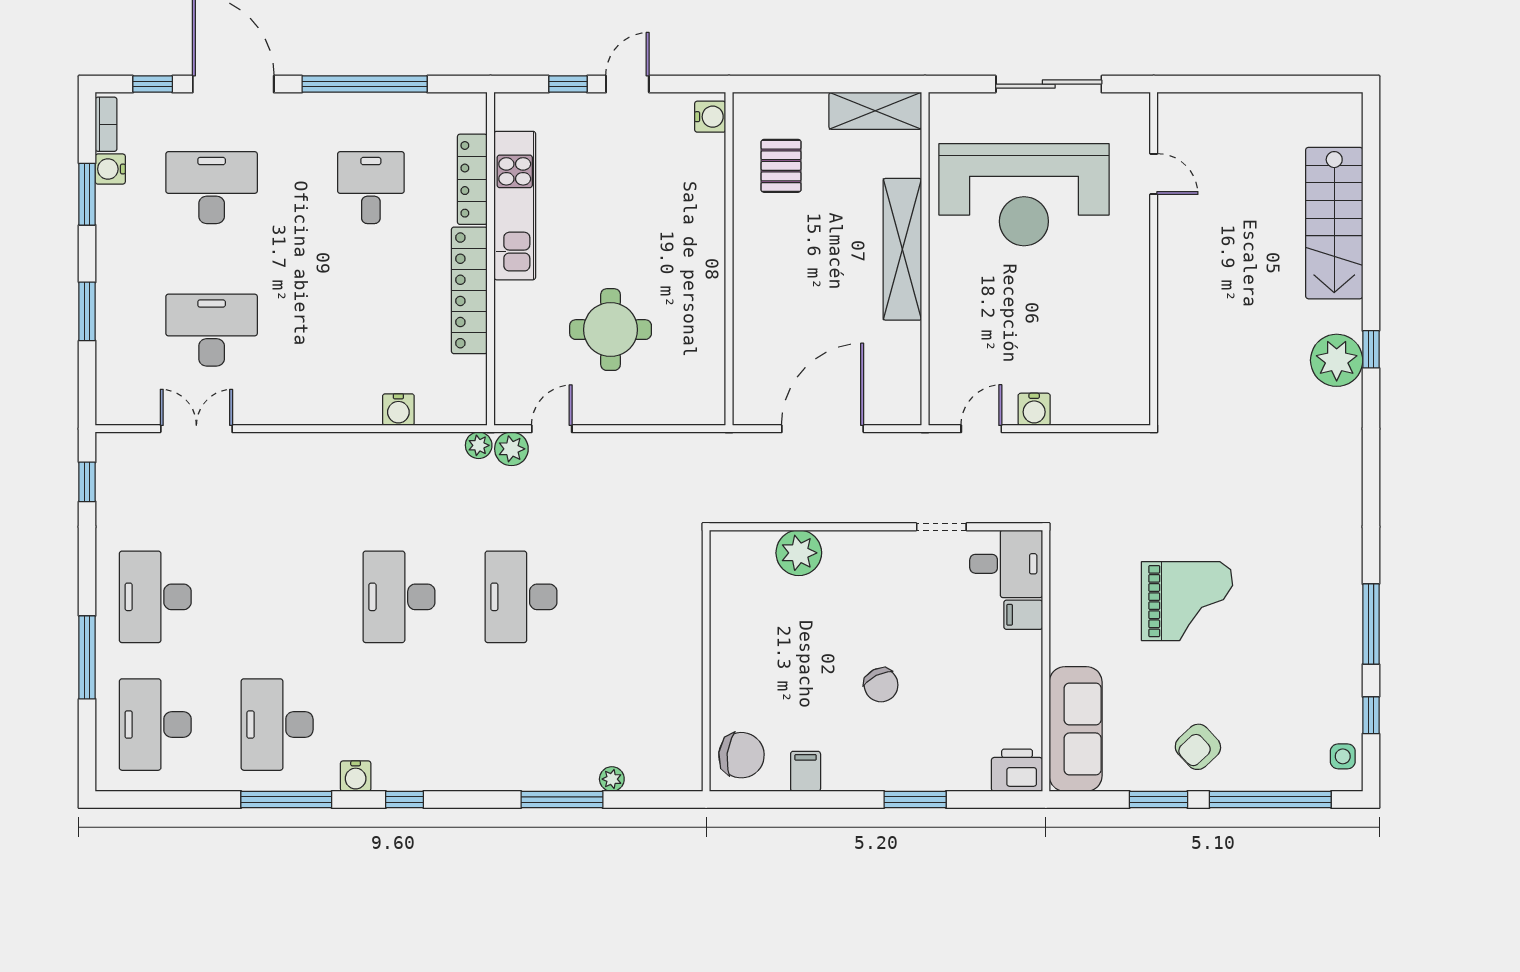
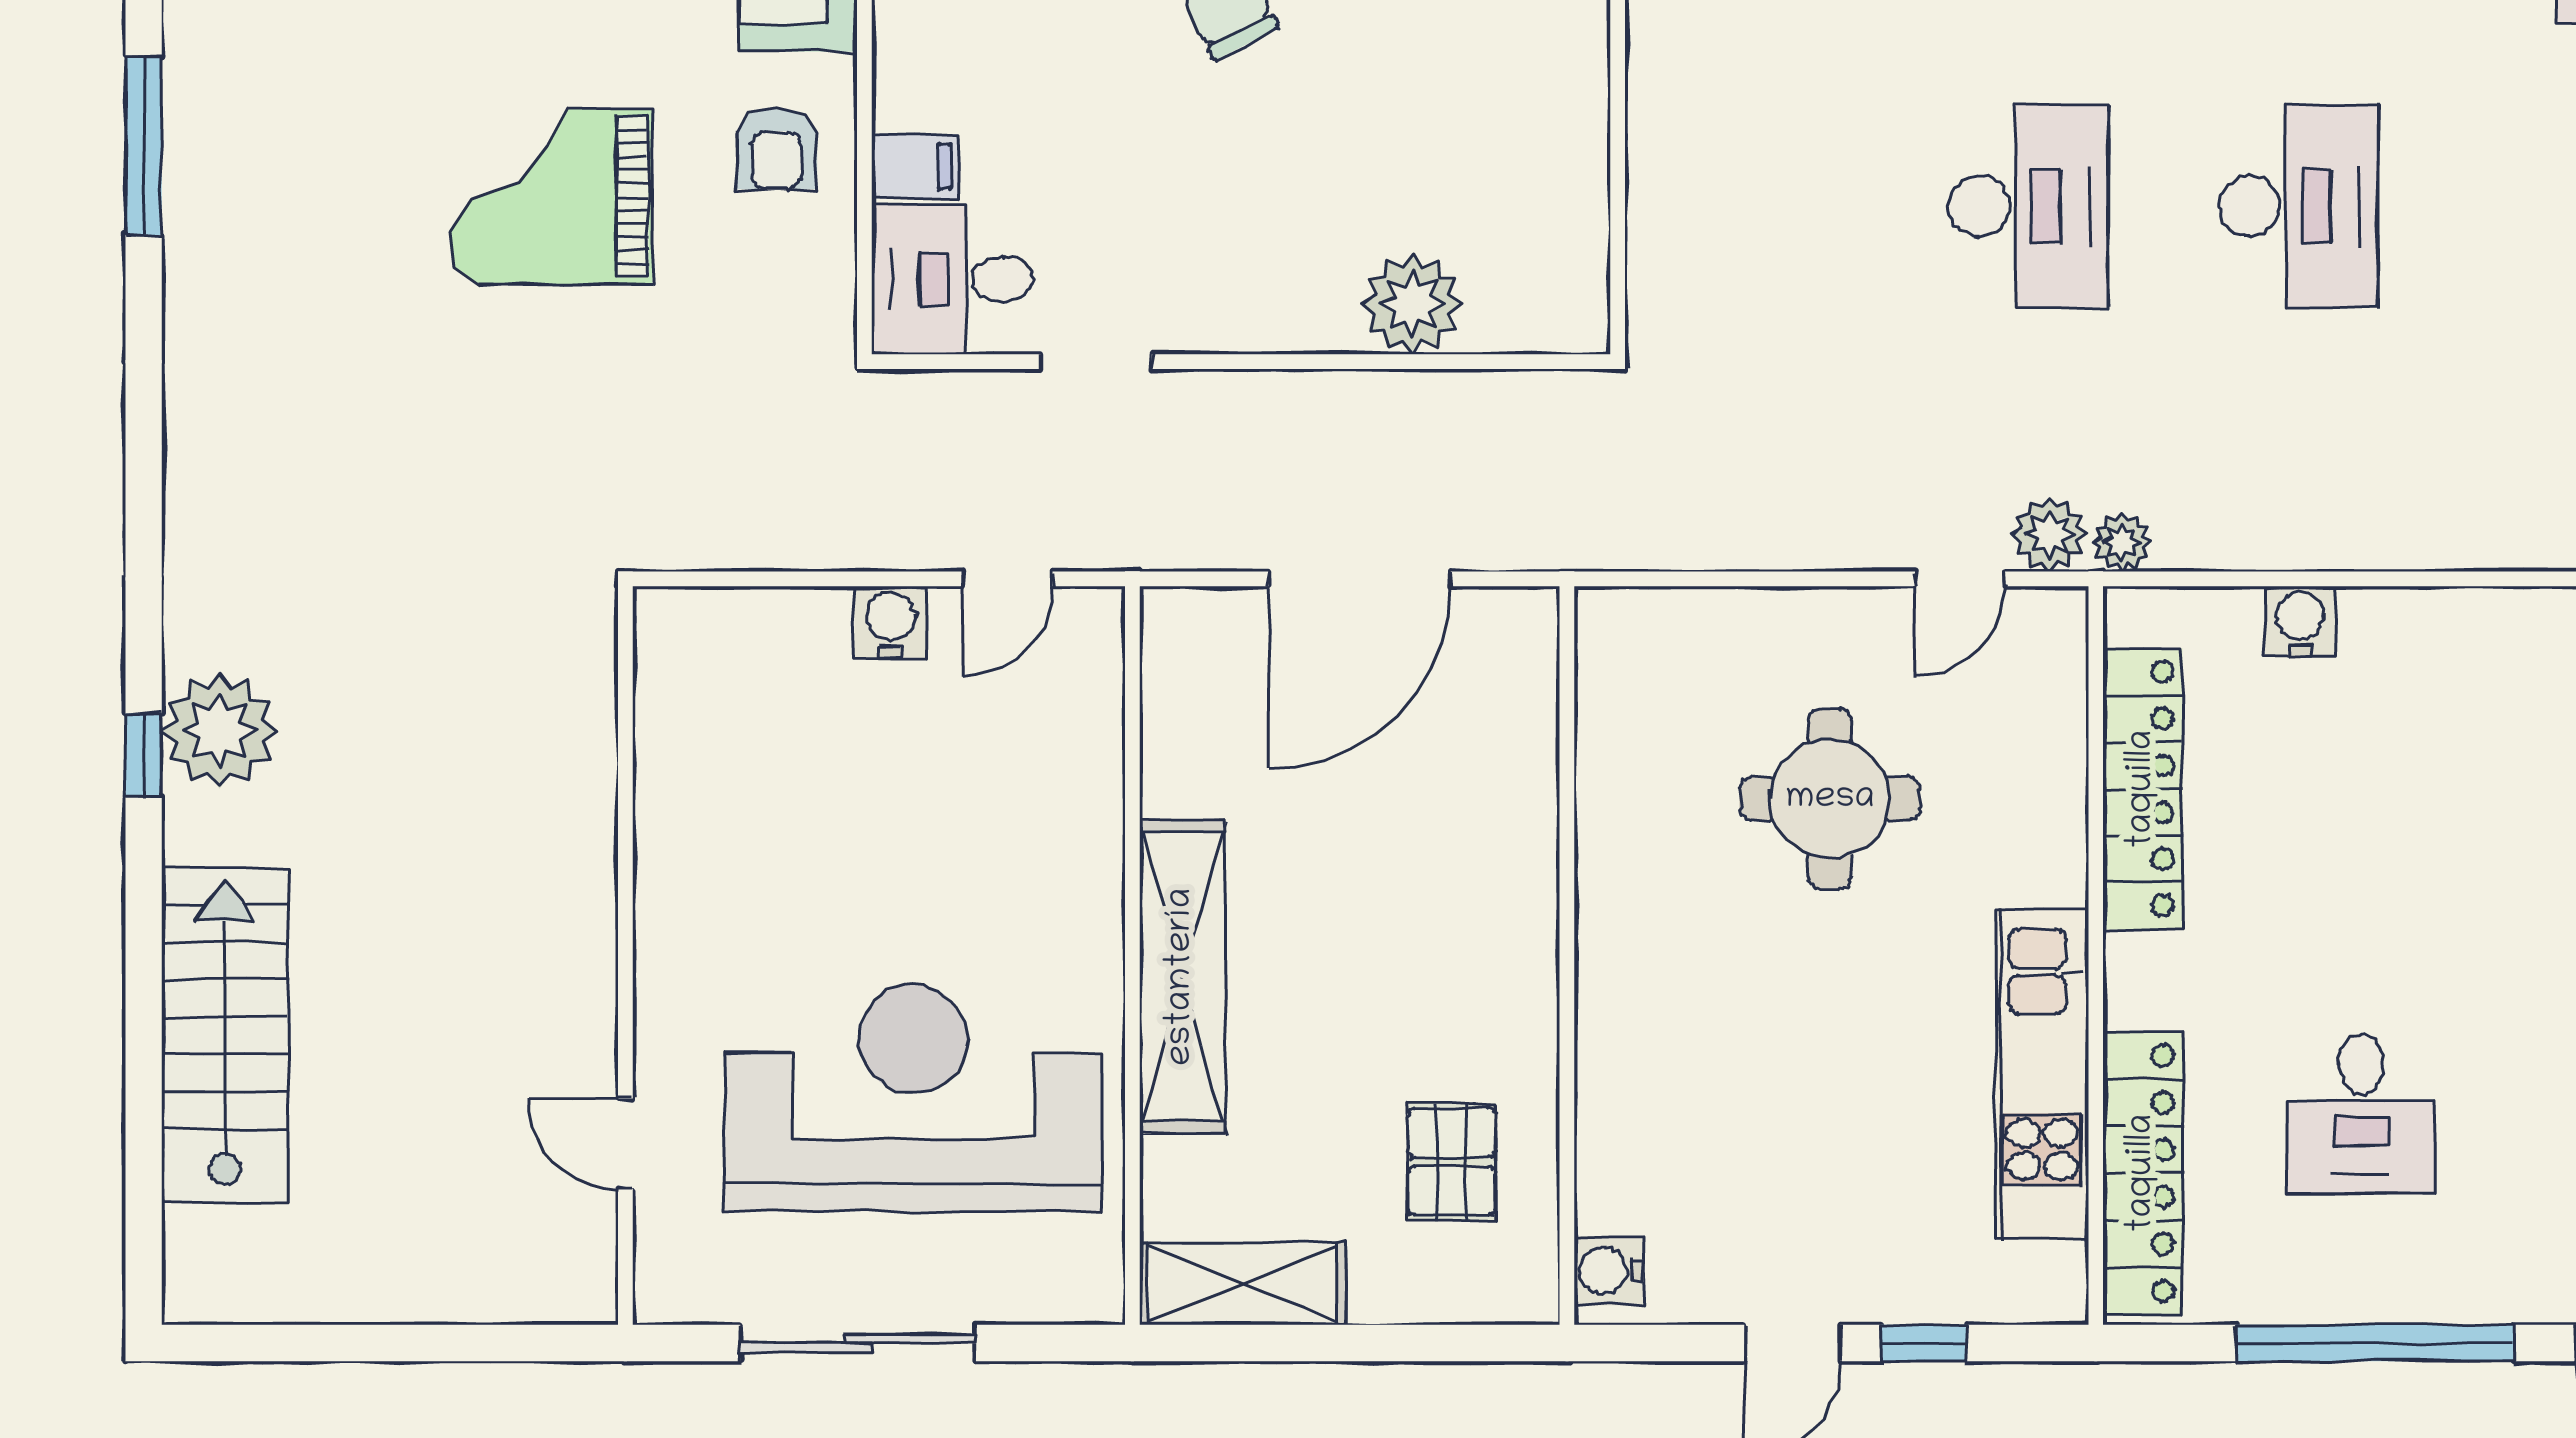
locker: (472, 179) -> (2143, 1173), width x1.41, depth x1.21
locker: (469, 290) -> (2143, 789), moved
armchair: (1085, 623) -> (777, 149), added

